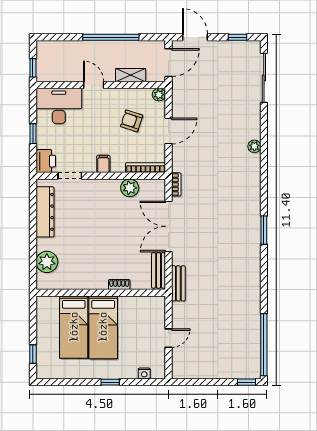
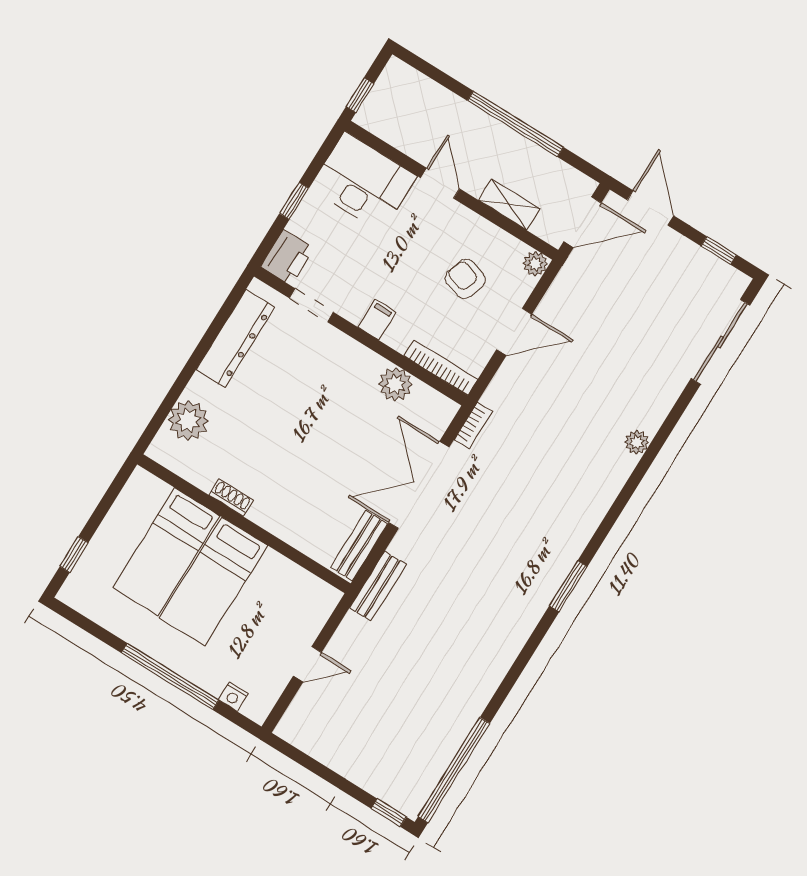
shoe rack: (119, 285) -> (231, 497), moved
window: (110, 382) -> (170, 677), width x3.17

